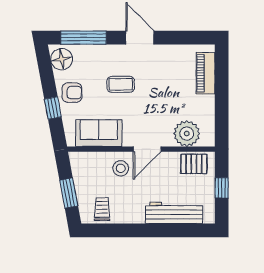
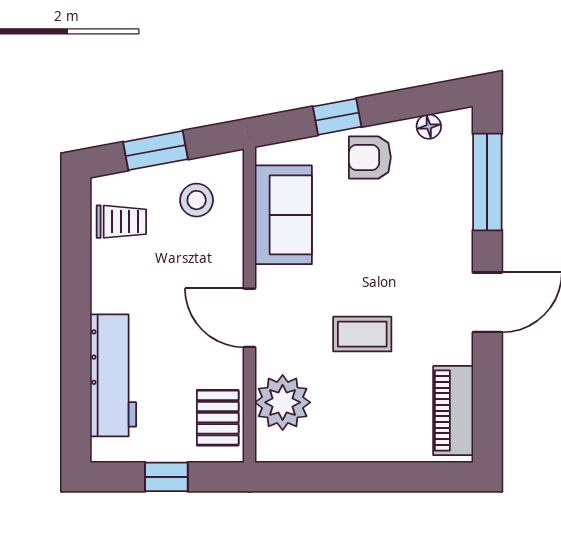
floor lamp: (62, 59) -> (429, 127), width x0.53, depth x0.53
piano: (206, 73) -> (453, 411), moved, turned -90
coffee table: (121, 84) -> (362, 334), moved, turned 90
armchair: (72, 93) -> (370, 157), turned 90
stool: (121, 168) -> (197, 200), moved

